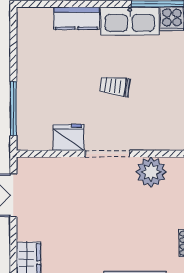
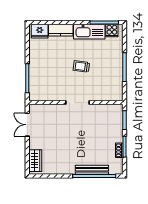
fridge: (69, 138) -> (40, 31), moved, turned 180
plant: (151, 172) -> (101, 112), removed

